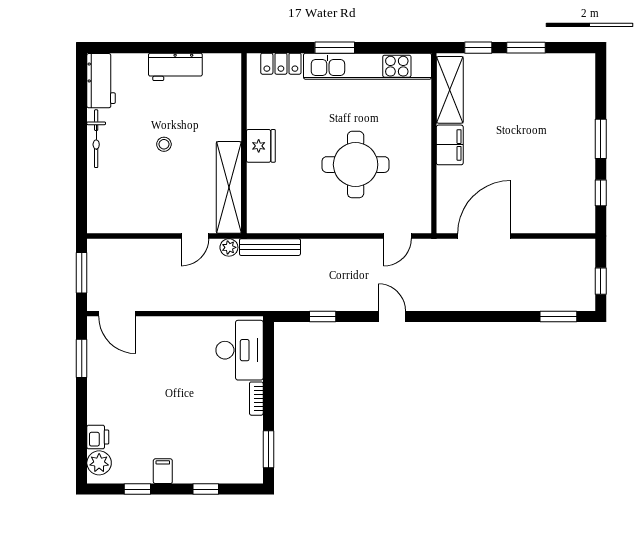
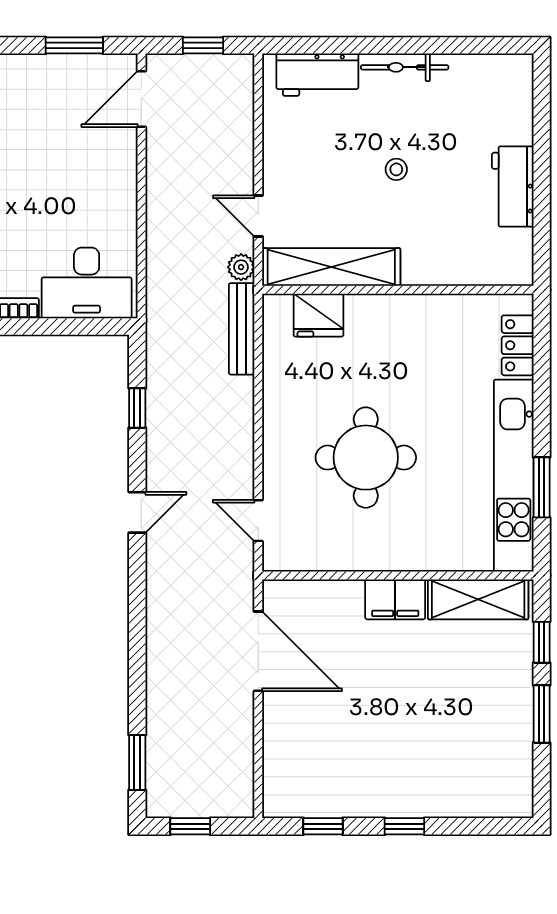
window: (335, 48) -> (542, 487), moved
workbench: (101, 81) -> (317, 75), moved
window: (601, 139) -> (404, 826), width x0.67
fridge: (261, 146) -> (318, 315), moved
window: (82, 273) -> (203, 45), width x0.67

